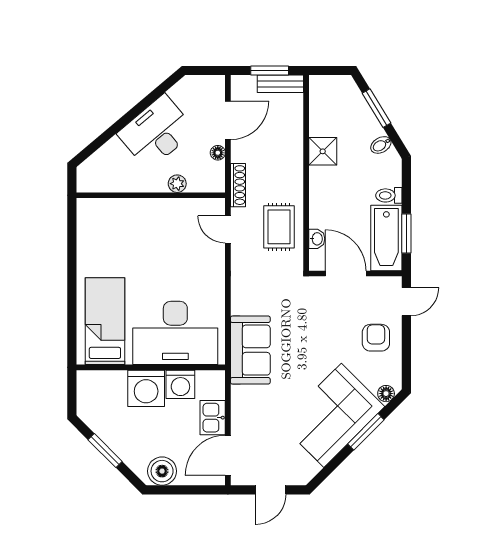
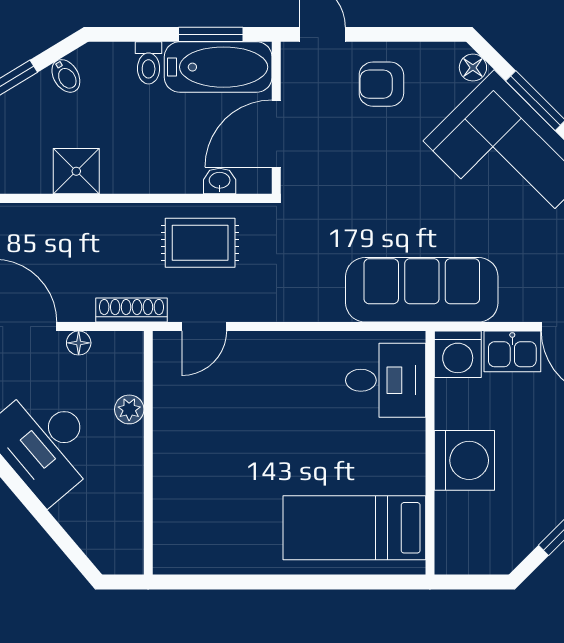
desk: (175, 333) -> (386, 380), width x0.53, depth x0.77
sofa: (250, 350) -> (422, 290), width x1.36
washing machine: (180, 384) -> (458, 354), moved, turned 90

